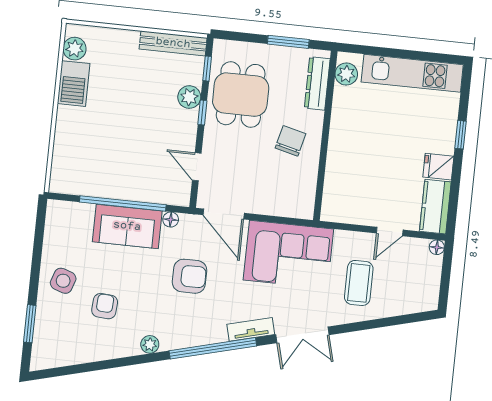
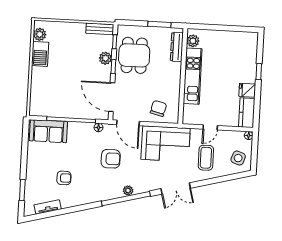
bench: (173, 43) -> (100, 29), width x0.73
kitchen unit: (412, 73) -> (193, 76), moved, turned -90
chair: (290, 141) -> (158, 108), moved
door: (197, 167) -> (112, 97), width x1.87
sofa: (127, 226) -> (48, 131), moved
door: (390, 232) -> (210, 127), moved
side table: (63, 281) -> (238, 158), moved
armchair: (105, 306) -> (64, 178), turned 86
tv unit: (251, 329) -> (48, 207), moved
plant: (150, 344) -> (128, 190), moved

